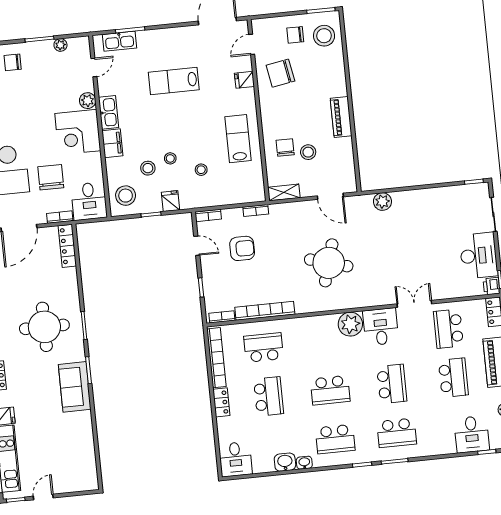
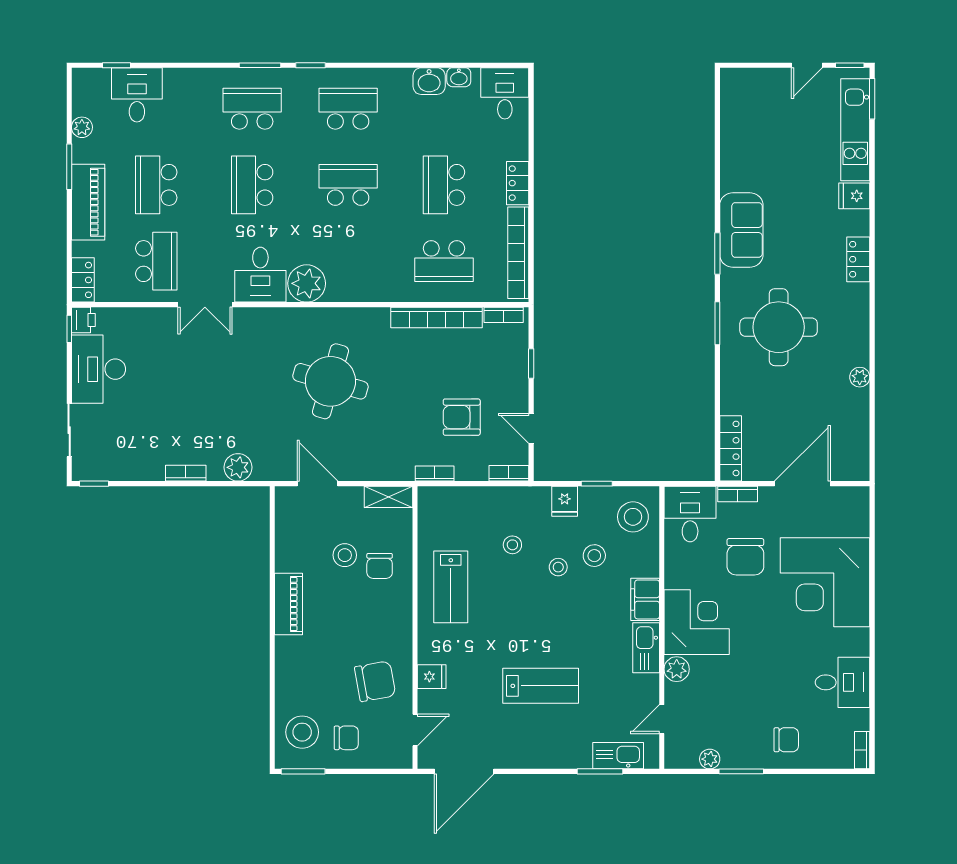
bookcase: (416, 194) -> (186, 473), added
washbasin: (304, 463) -> (459, 77), moved

